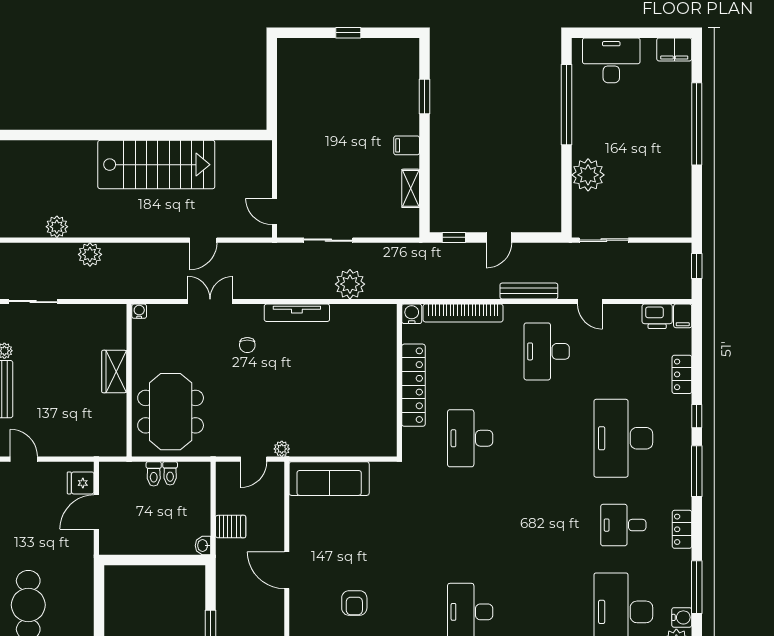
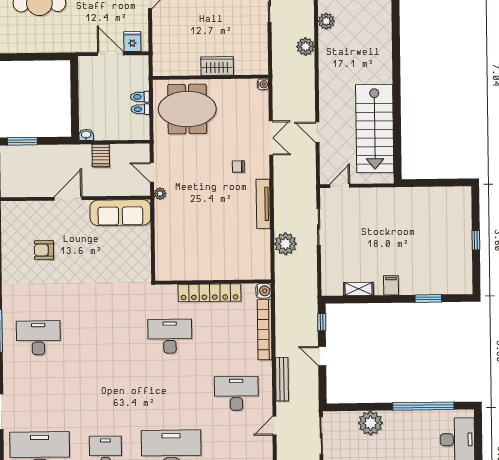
stairs: (156, 165) -> (375, 129), moved
sofa: (329, 479) -> (120, 213), moved, turned -90

